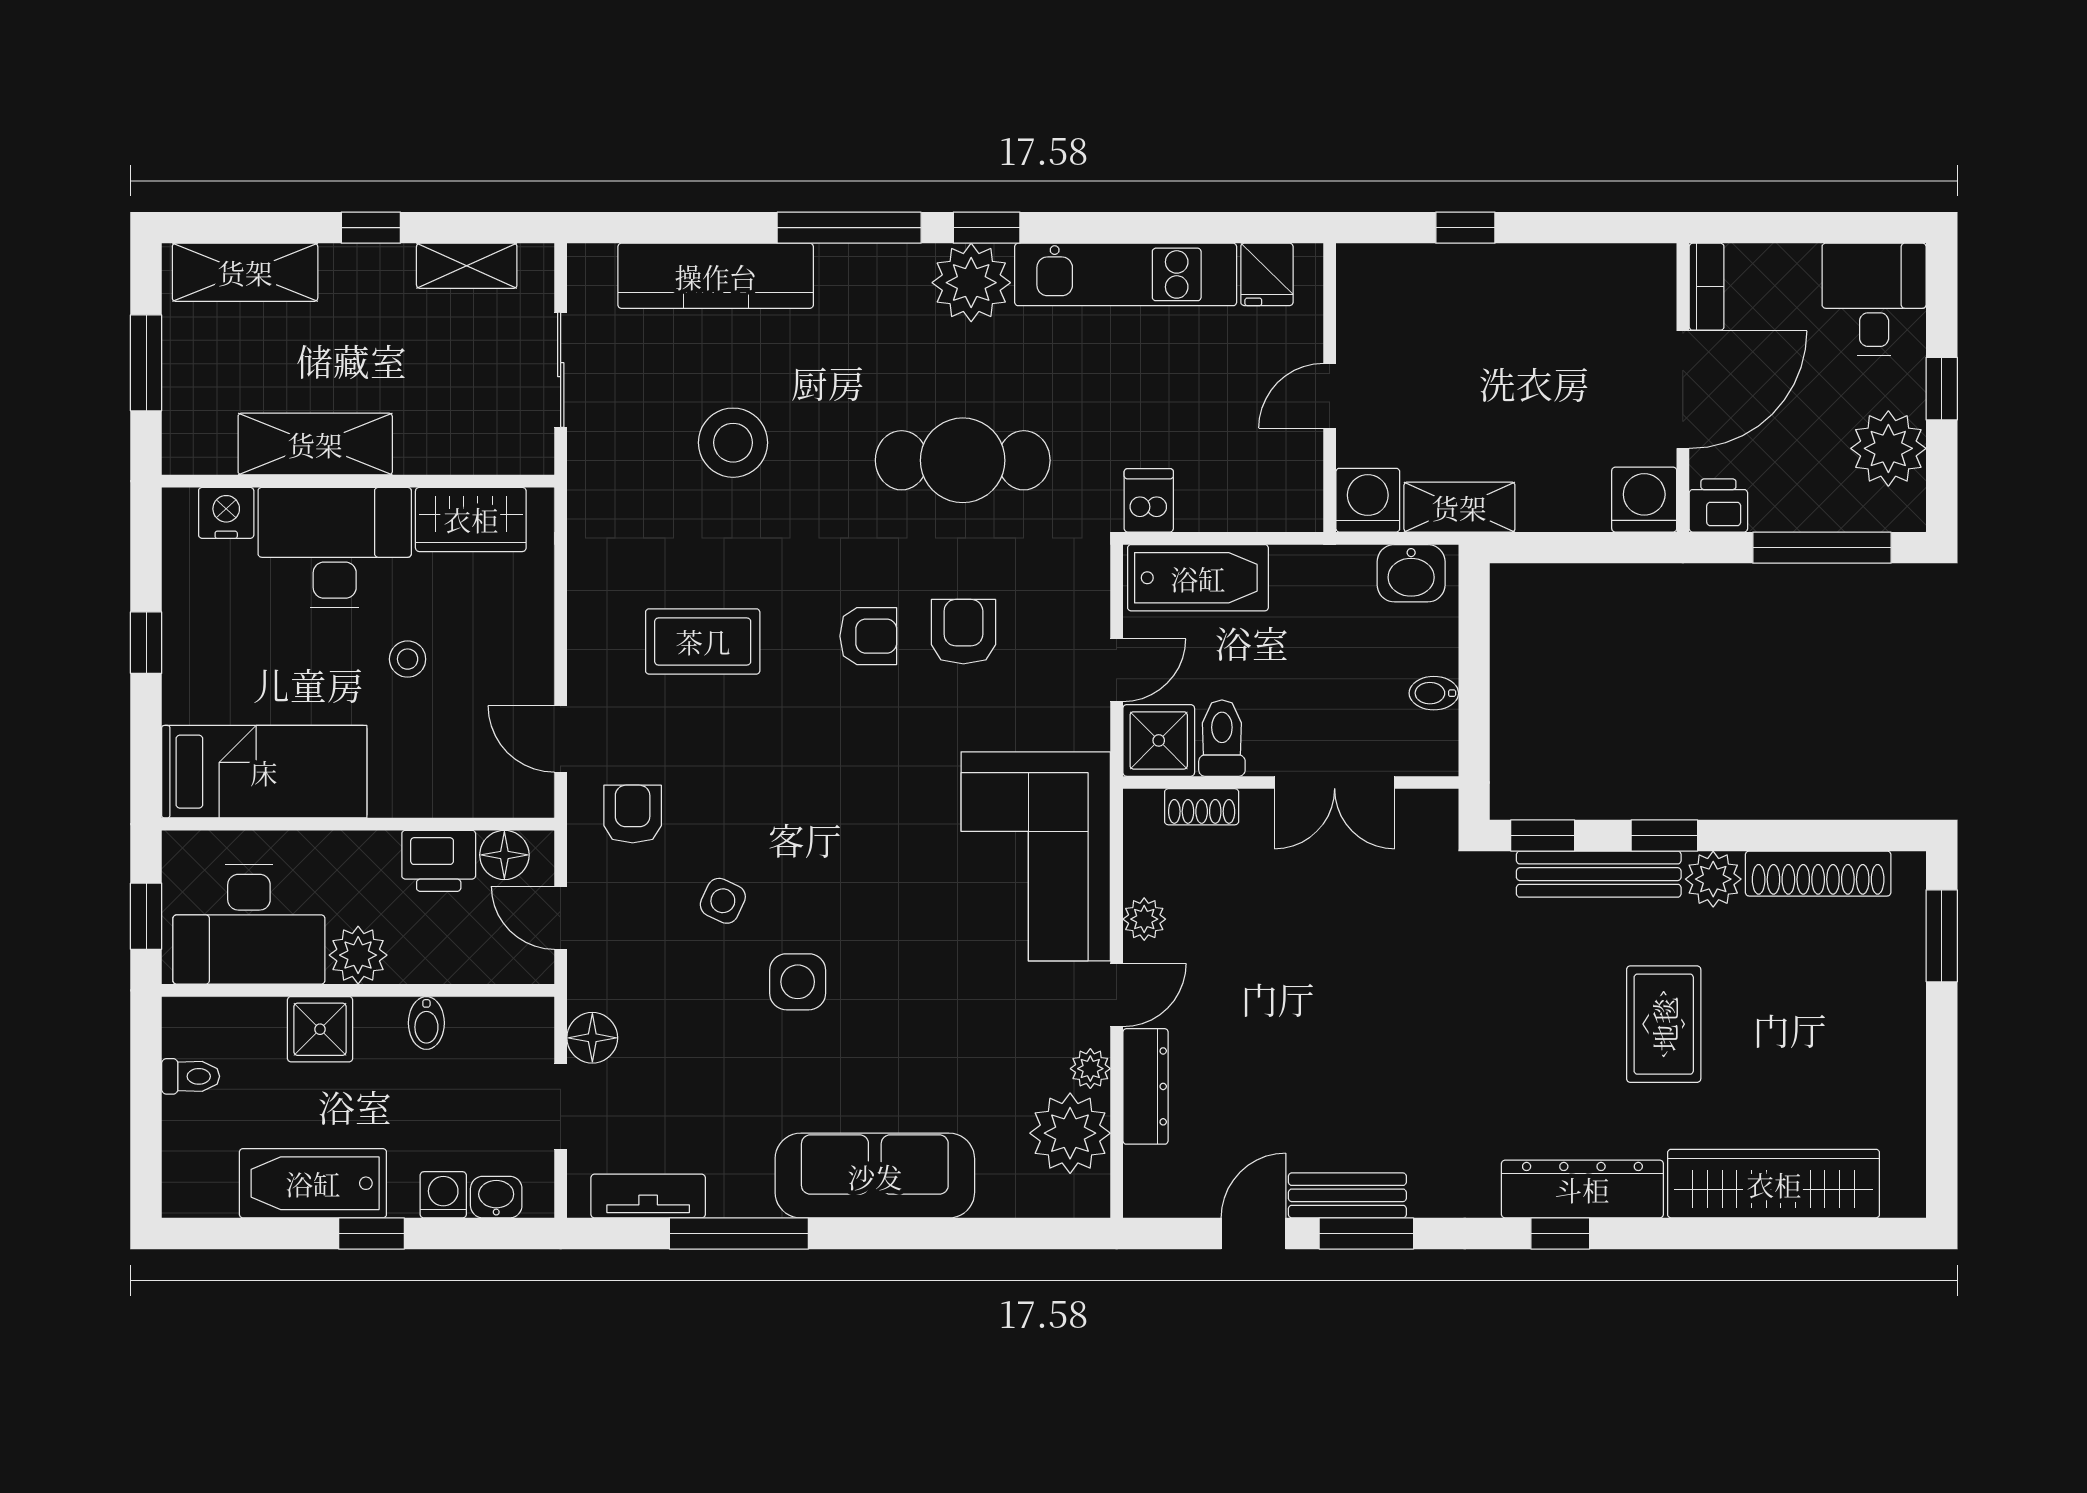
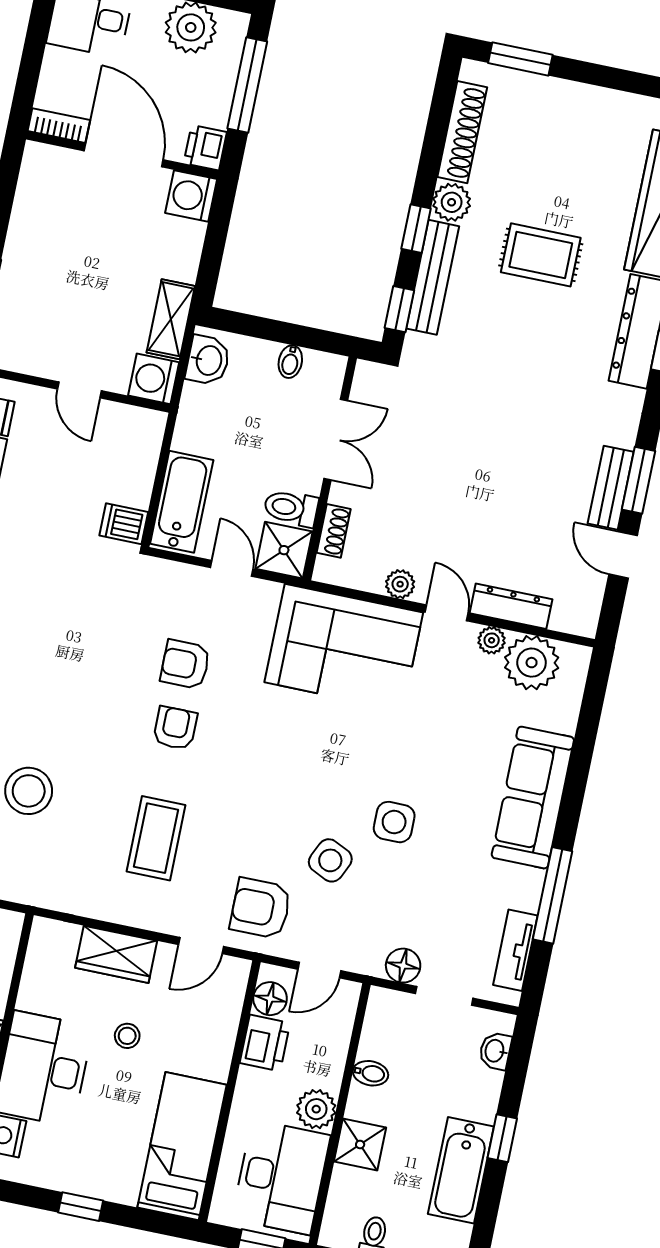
cafe table: (963, 460) -> (72, 641), removed
wardrobe: (471, 519) -> (116, 954), moved, turned 90
armchair: (633, 814) -> (261, 908), width x1.38, depth x1.38
side table: (723, 901) -> (330, 860), width x1.37, depth x1.37
washing machine: (443, 1195) -> (486, 1086), removed

